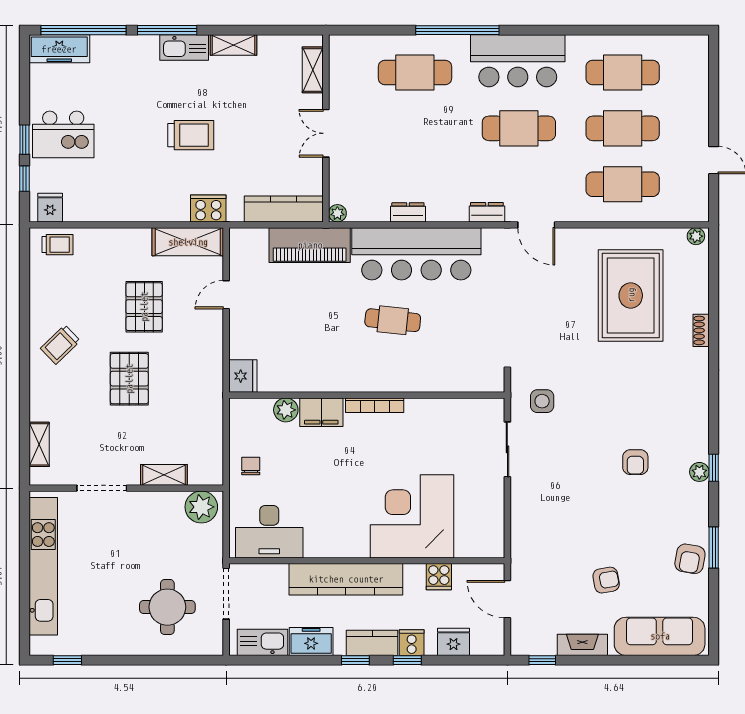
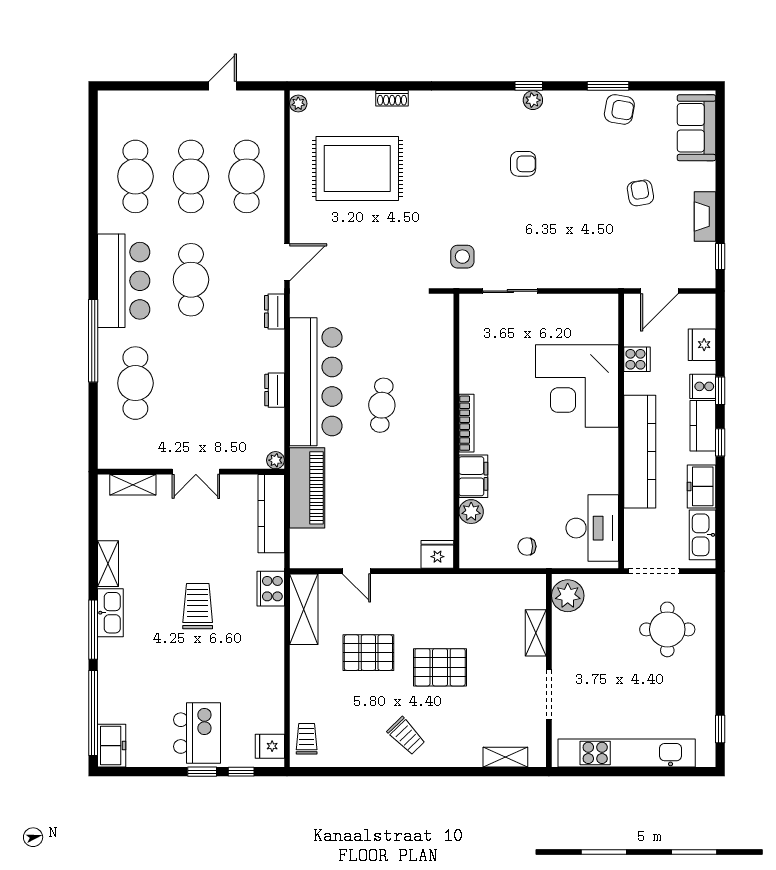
freezer: (59, 49) -> (112, 746), width x0.71
sofa: (660, 636) -> (696, 128), width x0.73

